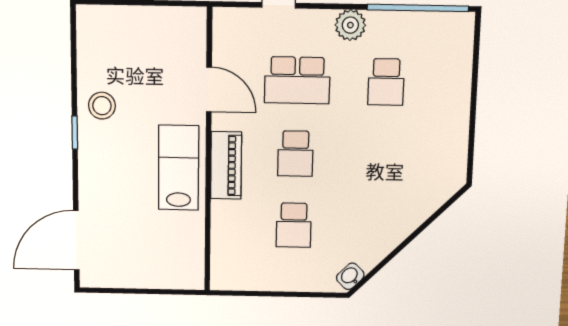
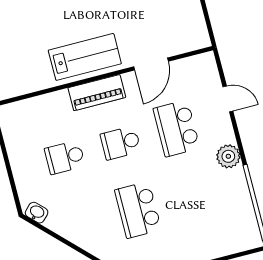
school desk: (386, 82) -> (138, 210), moved, width x1.85

